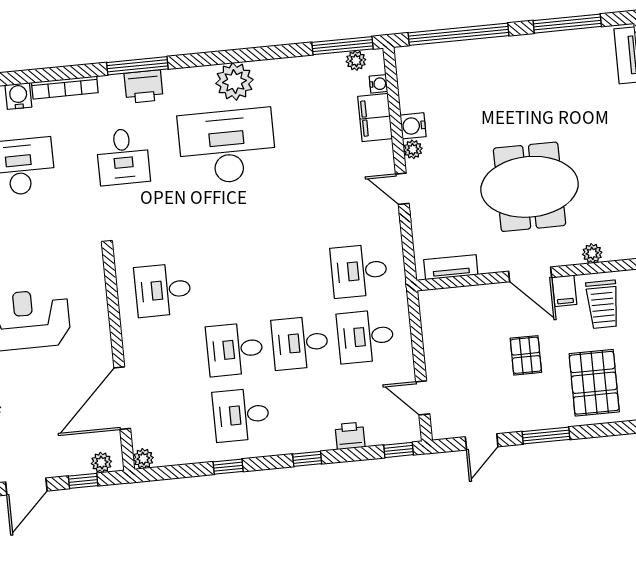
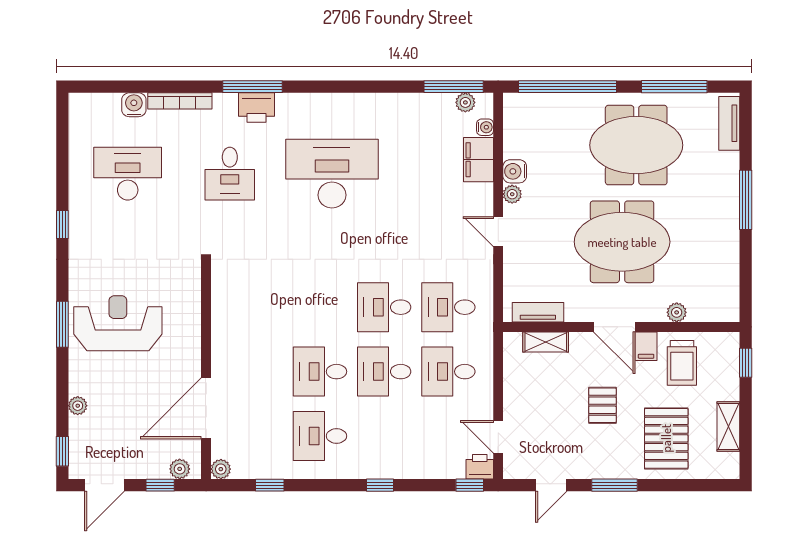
plant: (234, 81) -> (345, 111), removed
meeting table: (534, 87) -> (636, 145), added
desk: (163, 290) -> (384, 307), moved
shelving: (462, 297) -> (546, 342), added
printer: (350, 436) -> (480, 467), moved
window: (228, 467) -> (270, 485), moved

